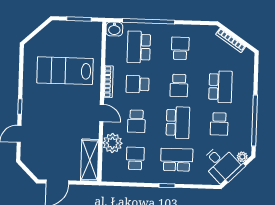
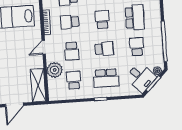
school desk: (179, 85) -> (102, 20), turned 180
door: (102, 113) -> (44, 47), swing flipped
school desk: (178, 123) -> (104, 49), width x0.54
school desk: (219, 124) -> (137, 47), turned 180
school desk: (177, 160) -> (106, 78), turned 180

